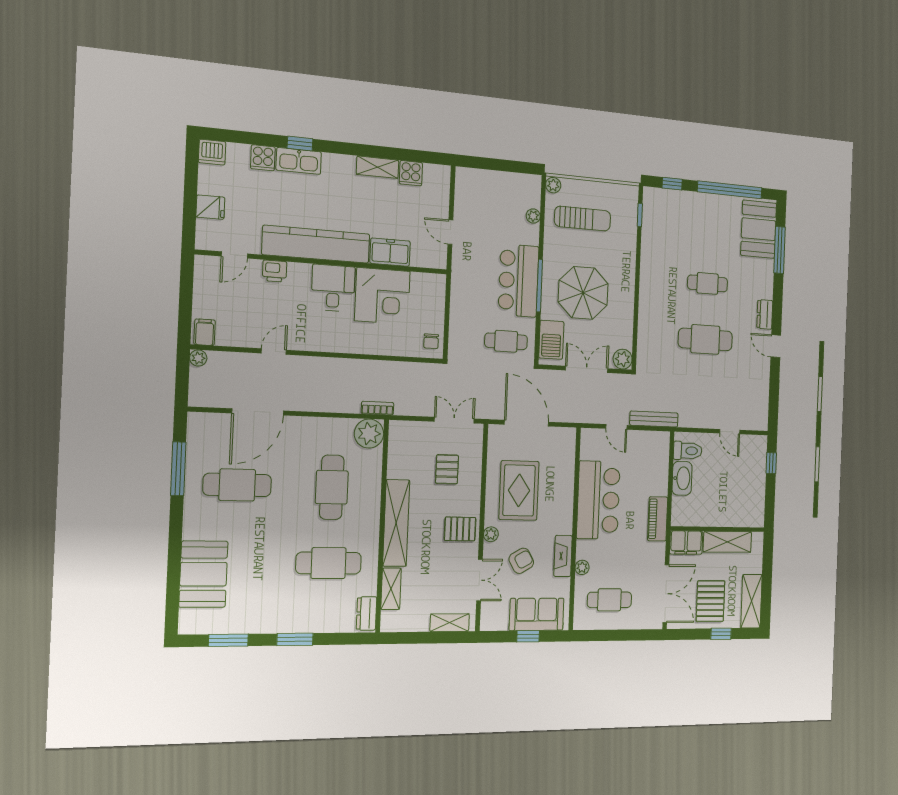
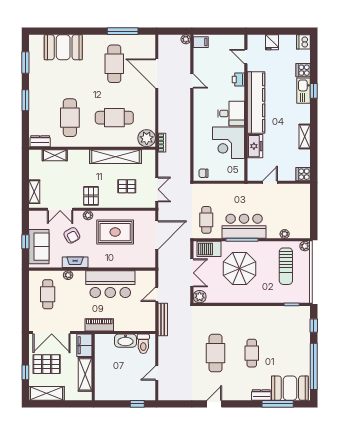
cooker: (411, 173) -> (303, 174), moved
dresser: (765, 314) -> (261, 395), moved
shelving: (396, 523) -> (116, 157), moved

